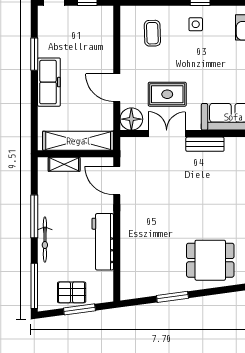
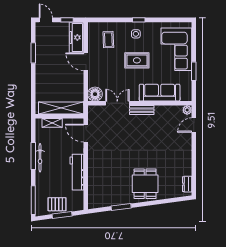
freezer: (49, 82) -> (76, 37), moved, turned 180
door: (117, 88) -> (86, 62), moved
rug: (167, 94) -> (137, 60), moved
bicycle: (45, 240) -> (40, 158), moved
dining table: (210, 260) -> (145, 184), turned 90

